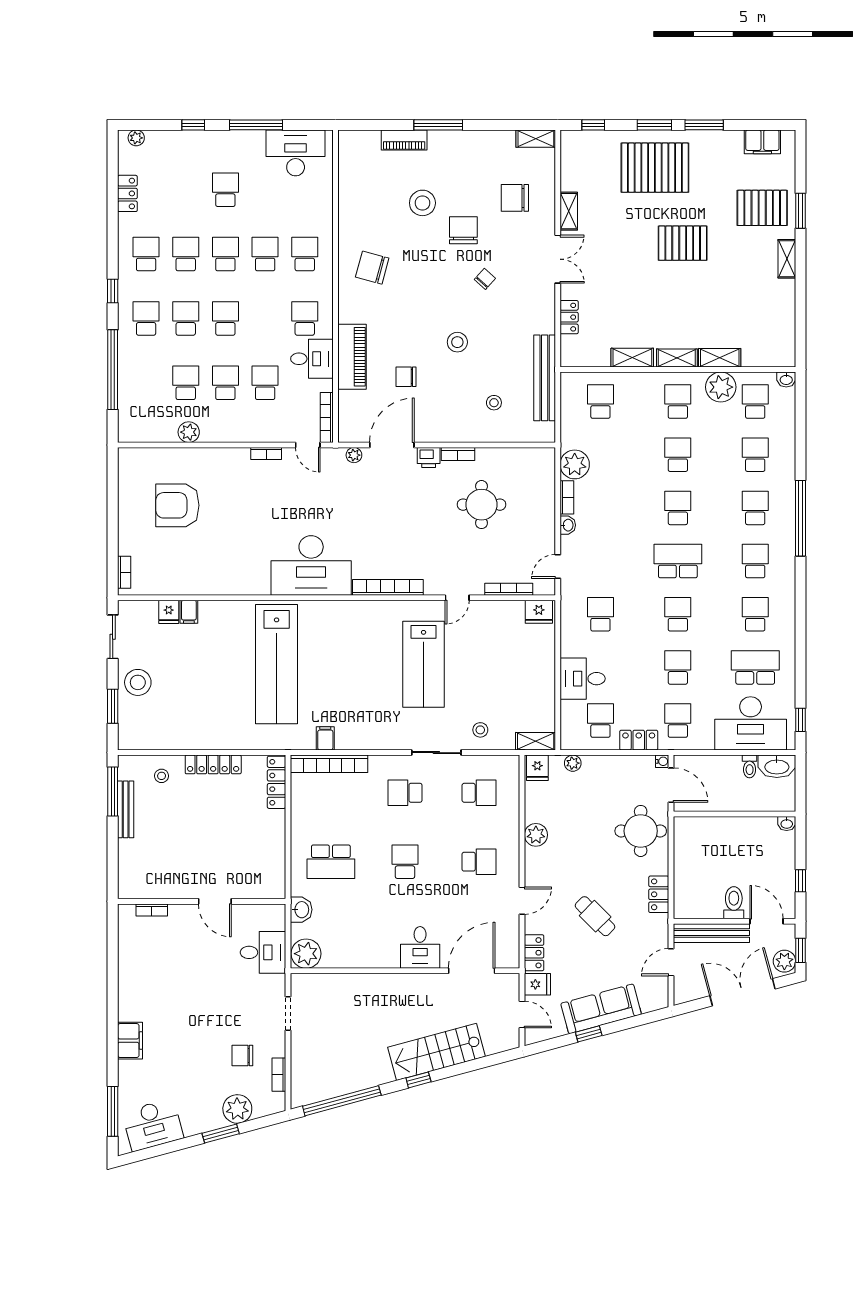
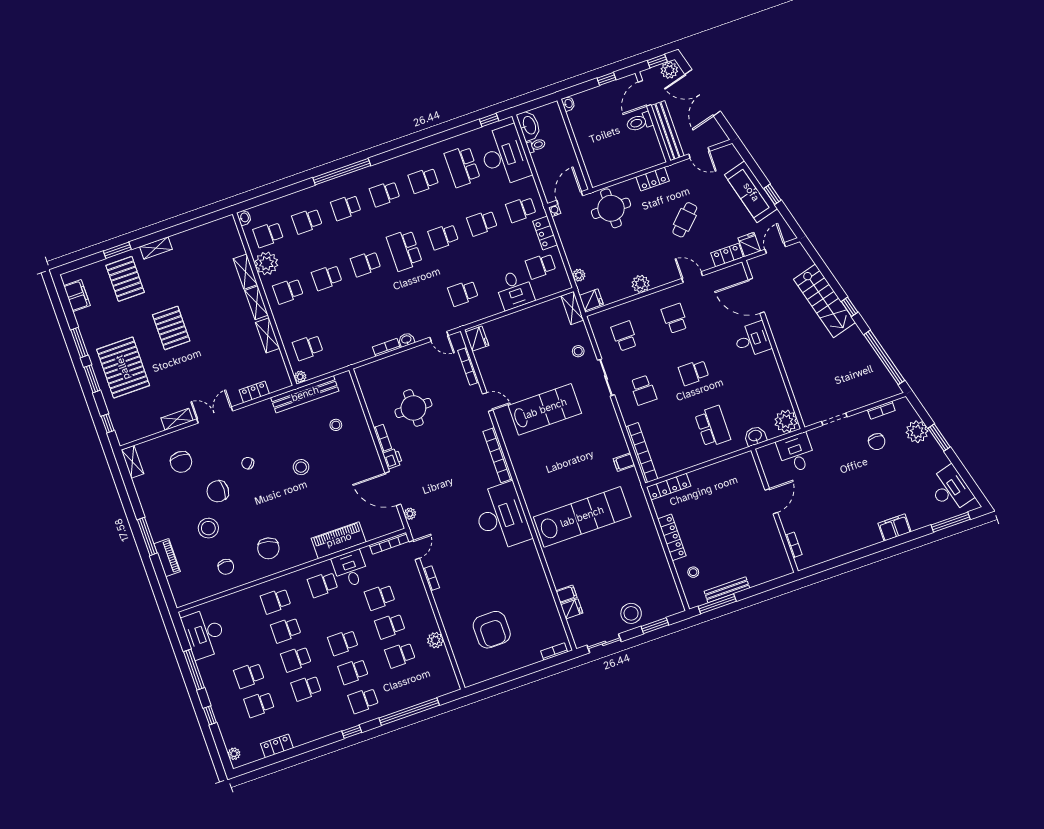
school desk: (146, 254) -> (259, 704), moved
chair: (406, 377) -> (226, 567), moved
plant: (575, 464) -> (300, 377), moved, width x0.53, depth x0.53

